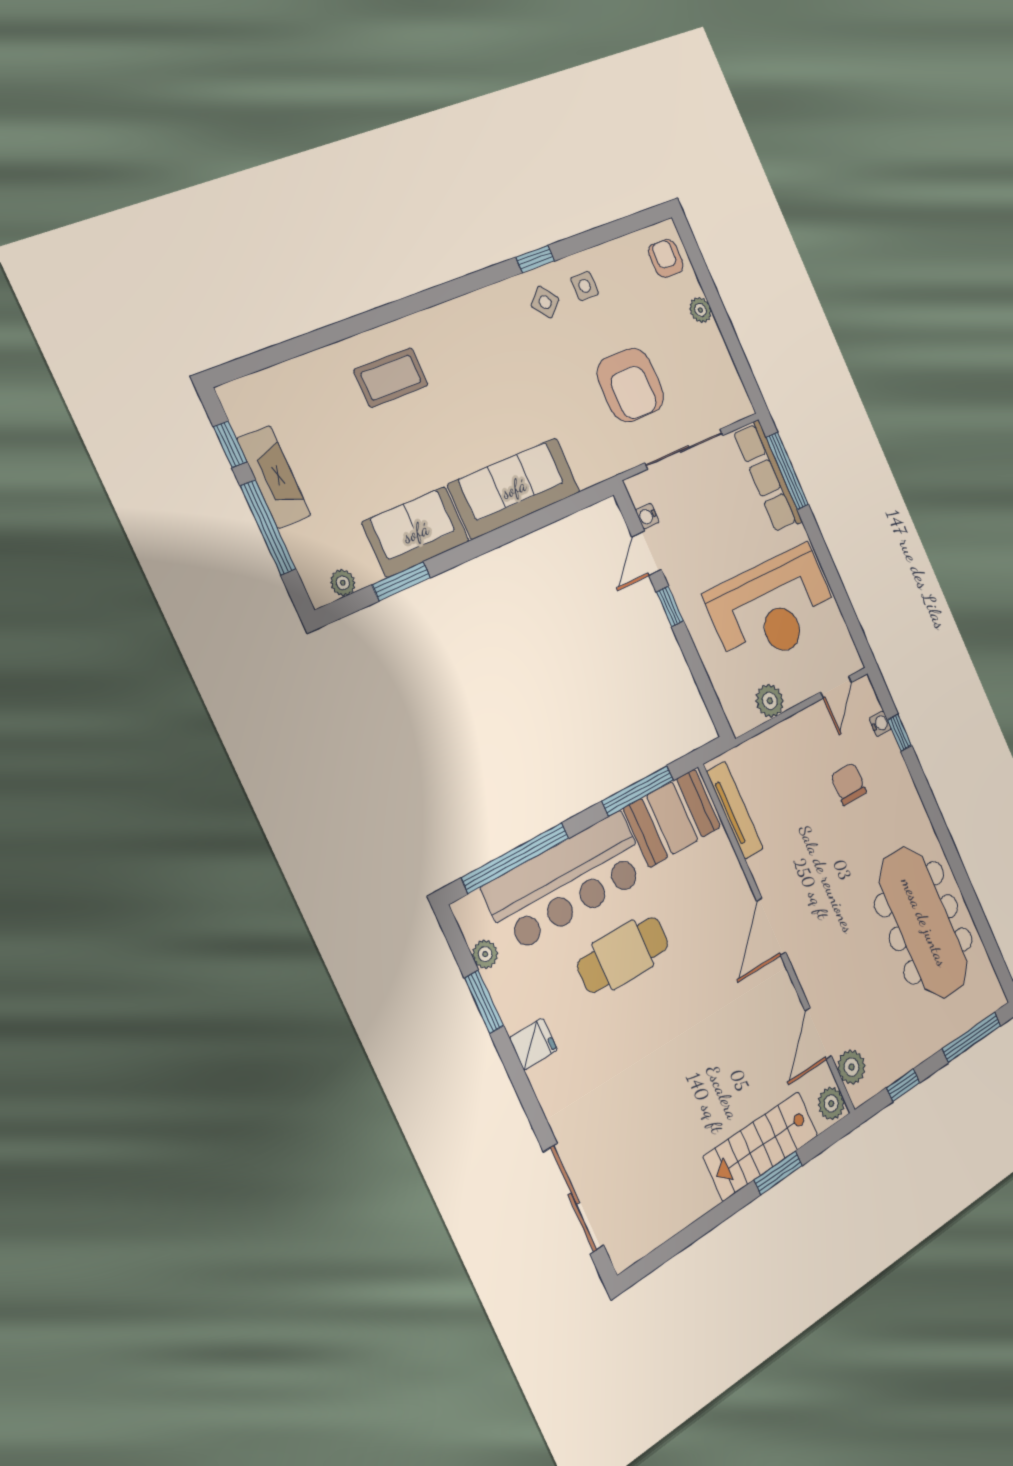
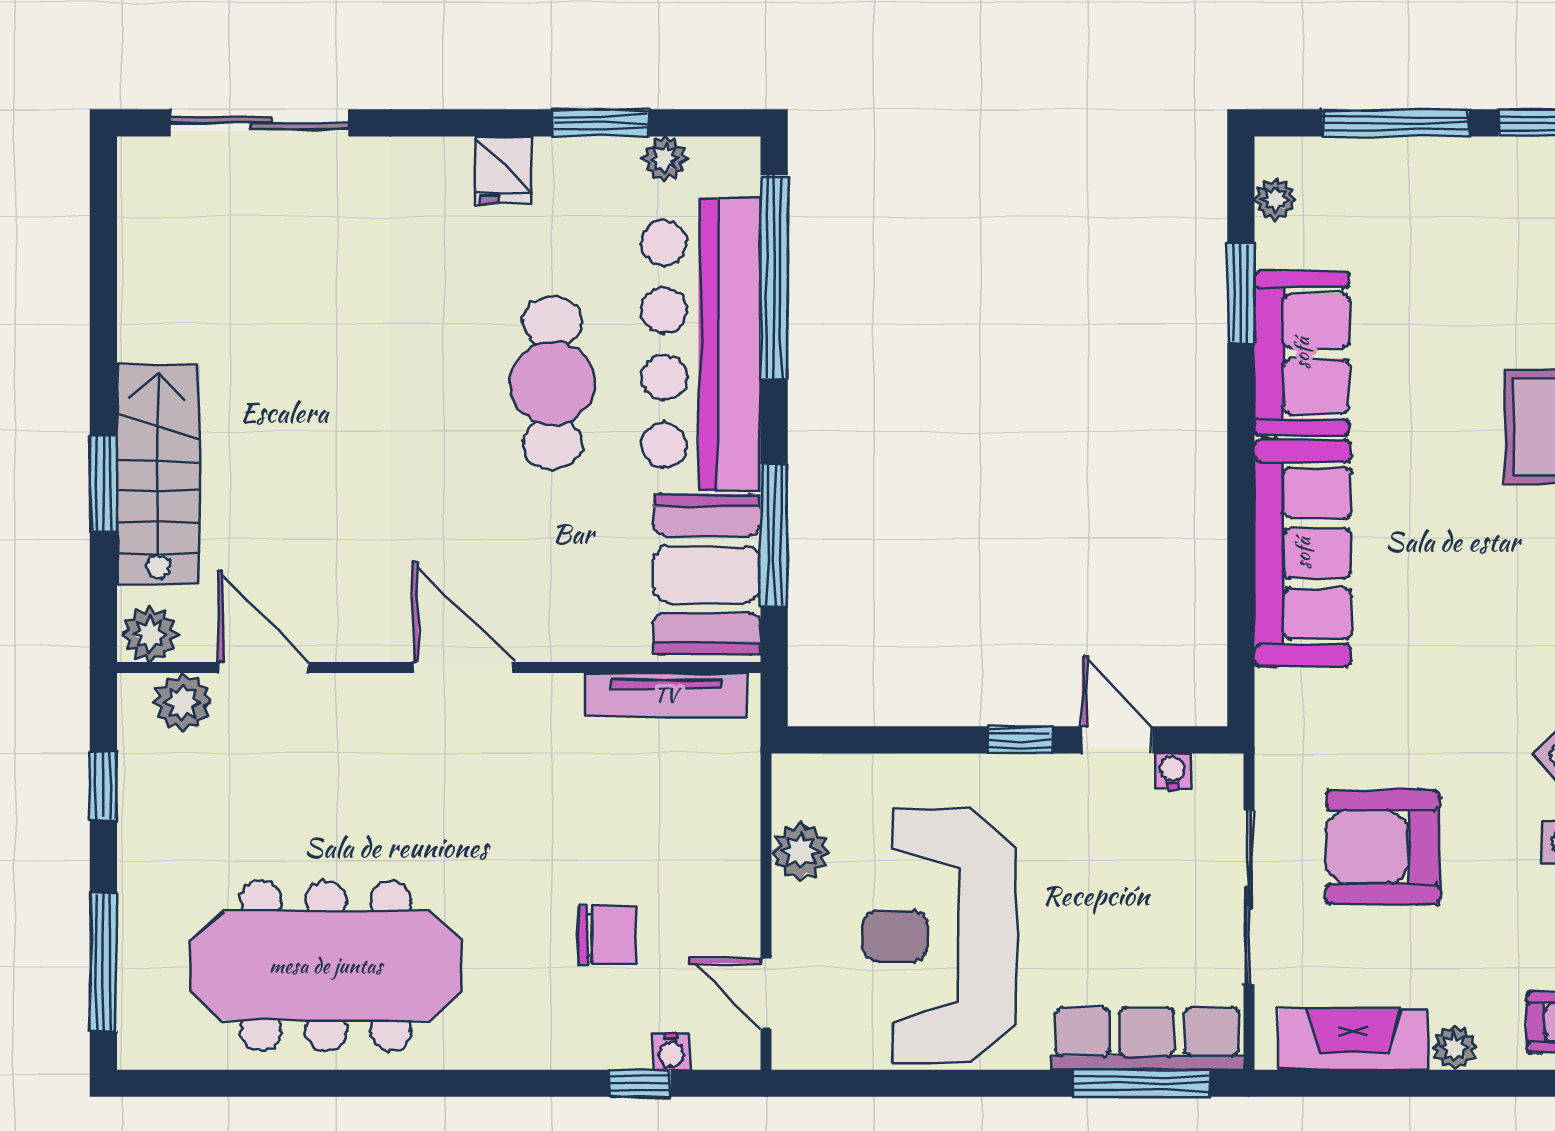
fireplace: (274, 477) -> (1353, 1039), moved, turned 180

